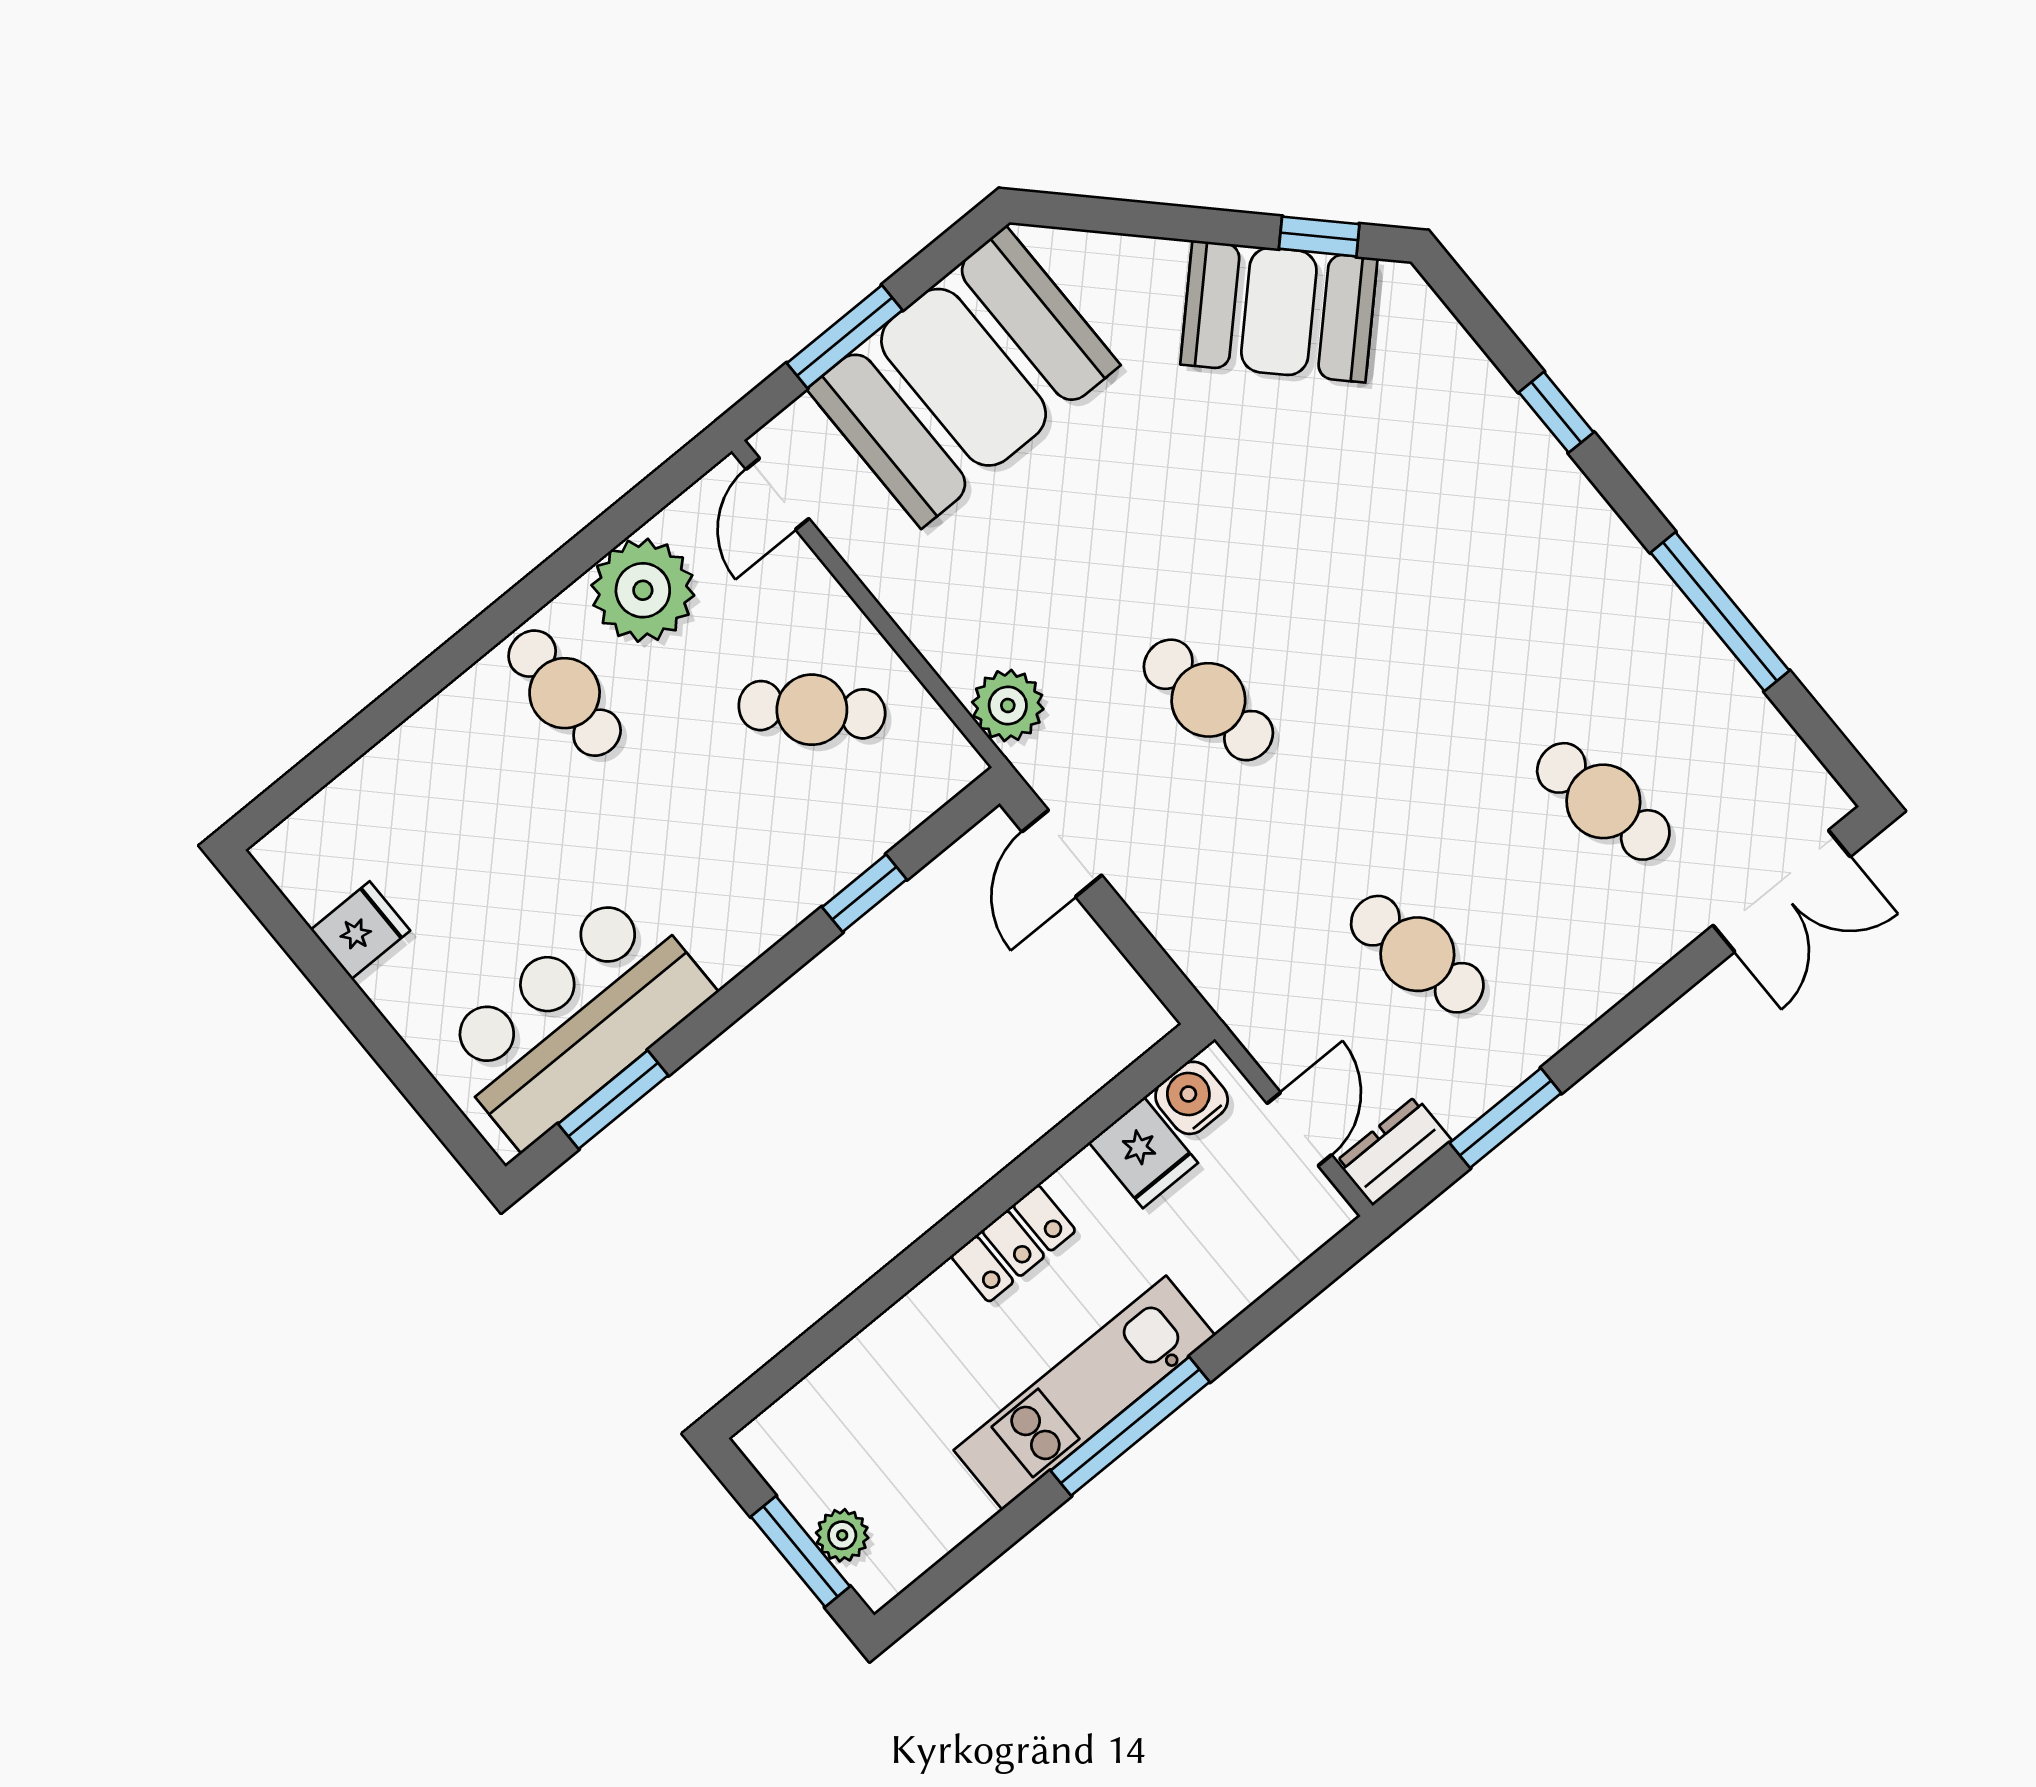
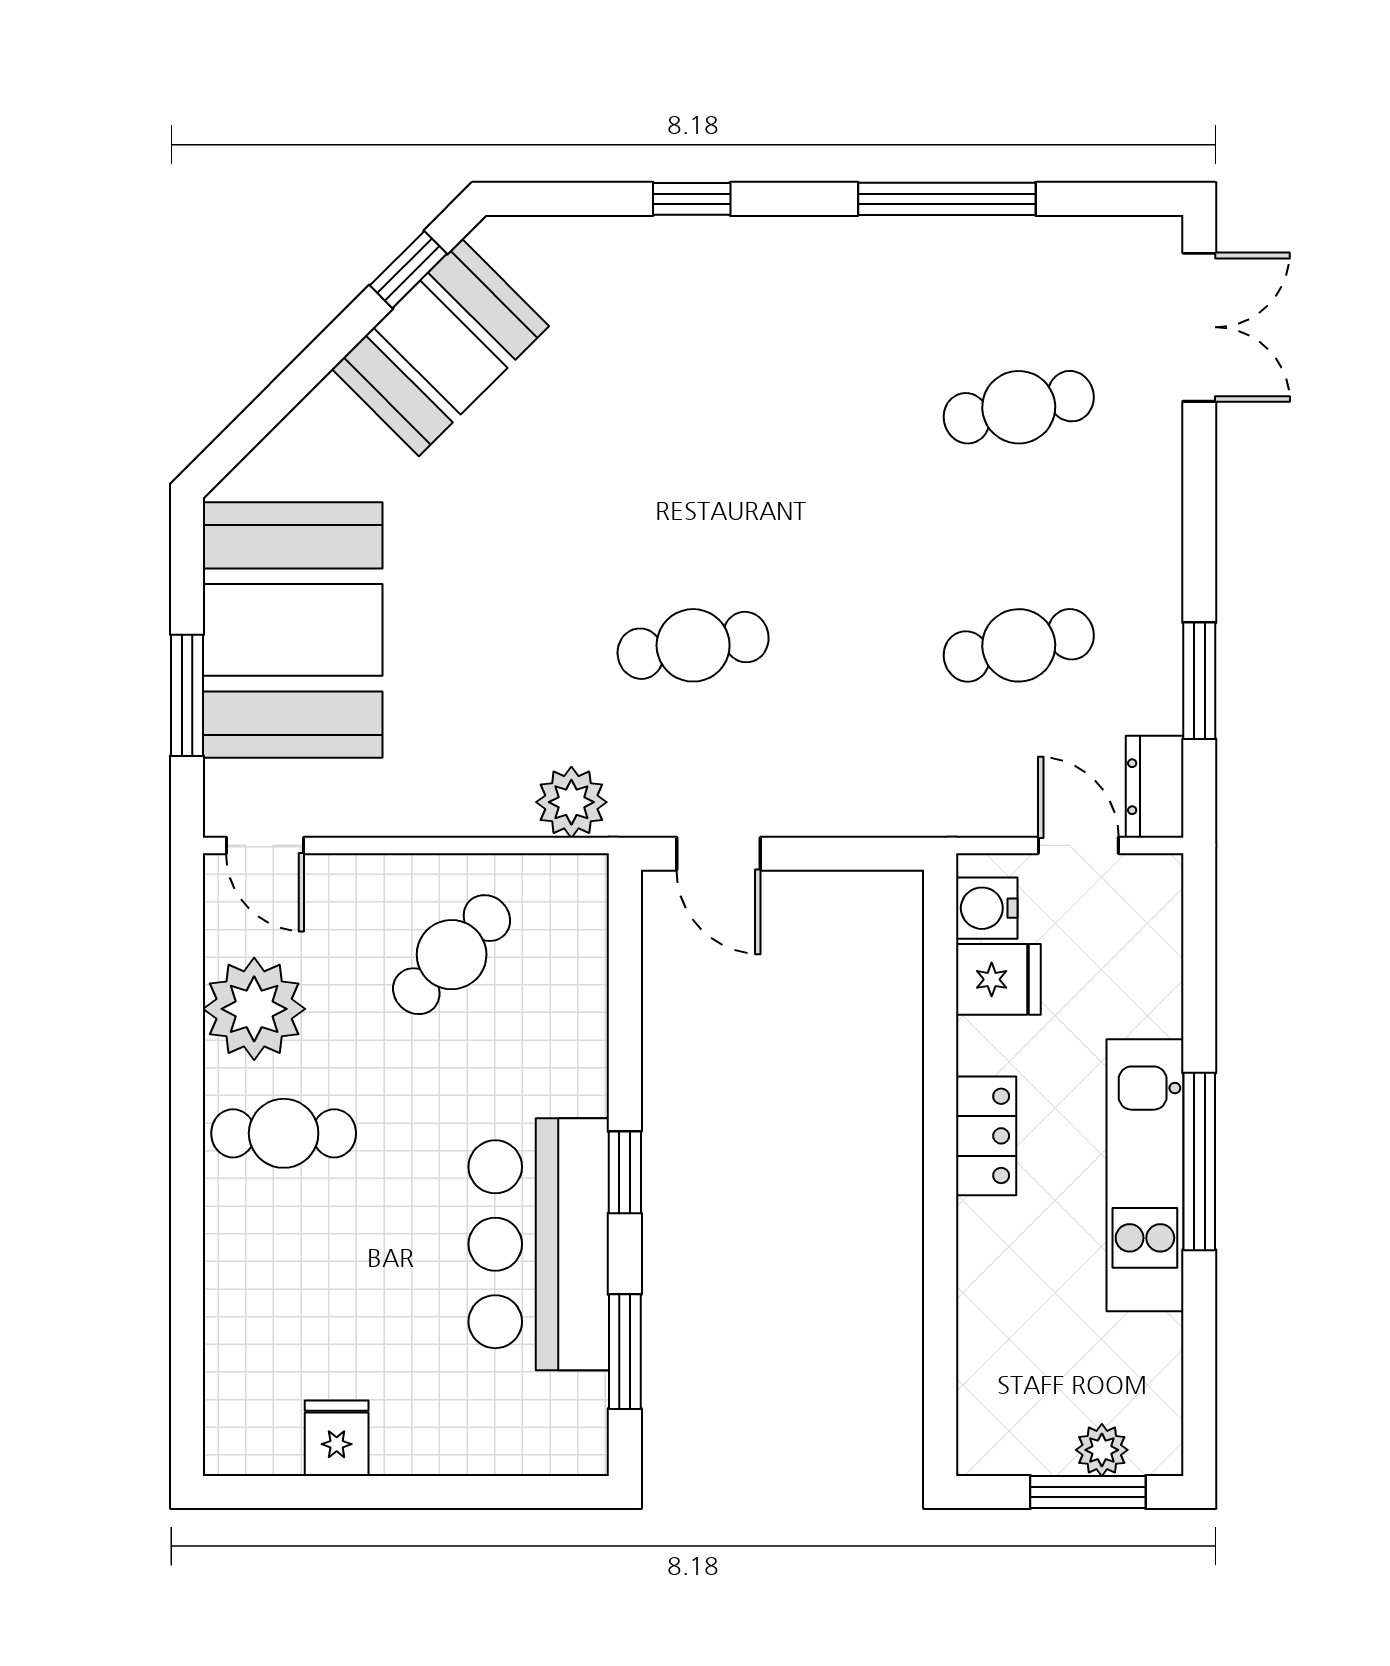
window: (864, 893) -> (625, 1172), moved
bar counter: (575, 1018) -> (539, 1244), moved

